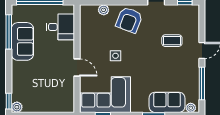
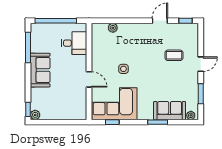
armchair: (129, 20) -> (136, 37), removed
sofa: (22, 41) -> (40, 70), moved
window: (202, 84) -> (201, 94), width x0.69

